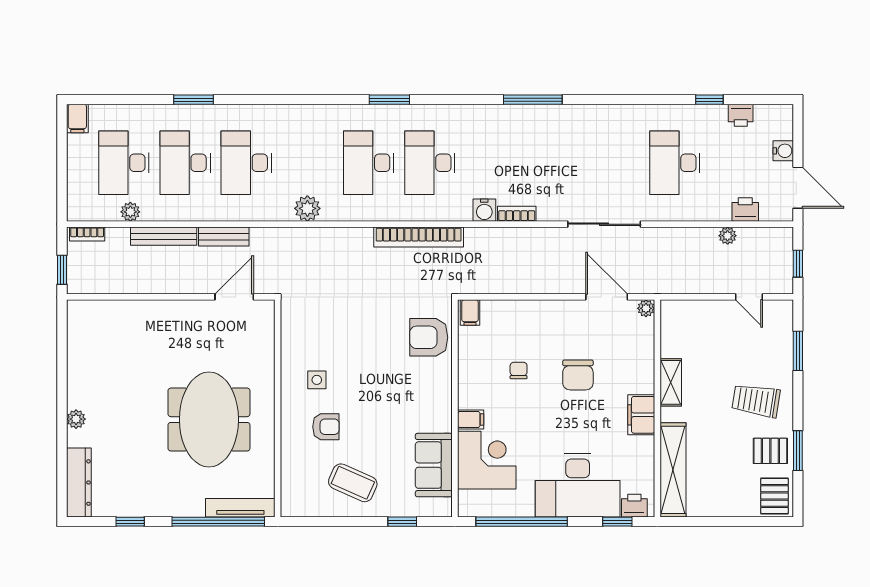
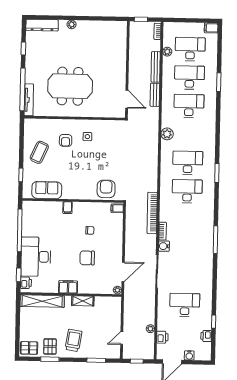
water cooler: (484, 210) -> (164, 246), moved
bookcase: (419, 237) -> (152, 213), moved
corner desk: (487, 460) -> (49, 215), removed

